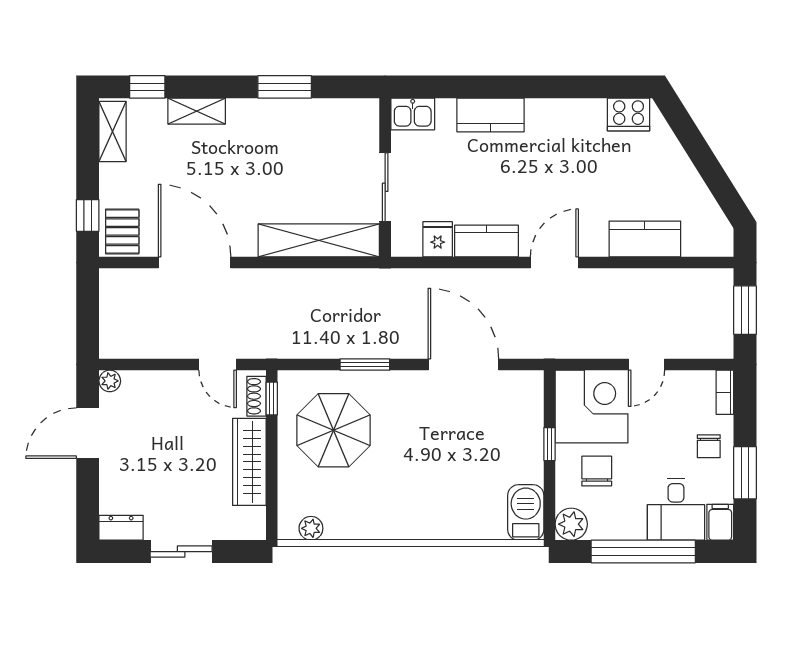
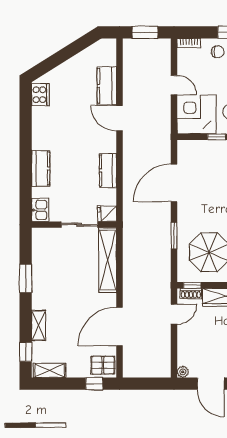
fridge: (438, 239) -> (107, 214), moved
door: (554, 263) -> (120, 118), moved

